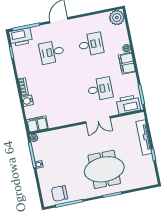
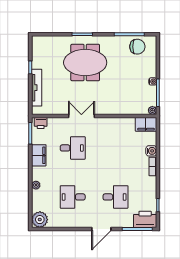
filing cabinet: (127, 63) -> (39, 155), moved
desk: (100, 89) -> (73, 148), turned 180
printer: (128, 104) -> (41, 123), width x0.53, depth x0.68

